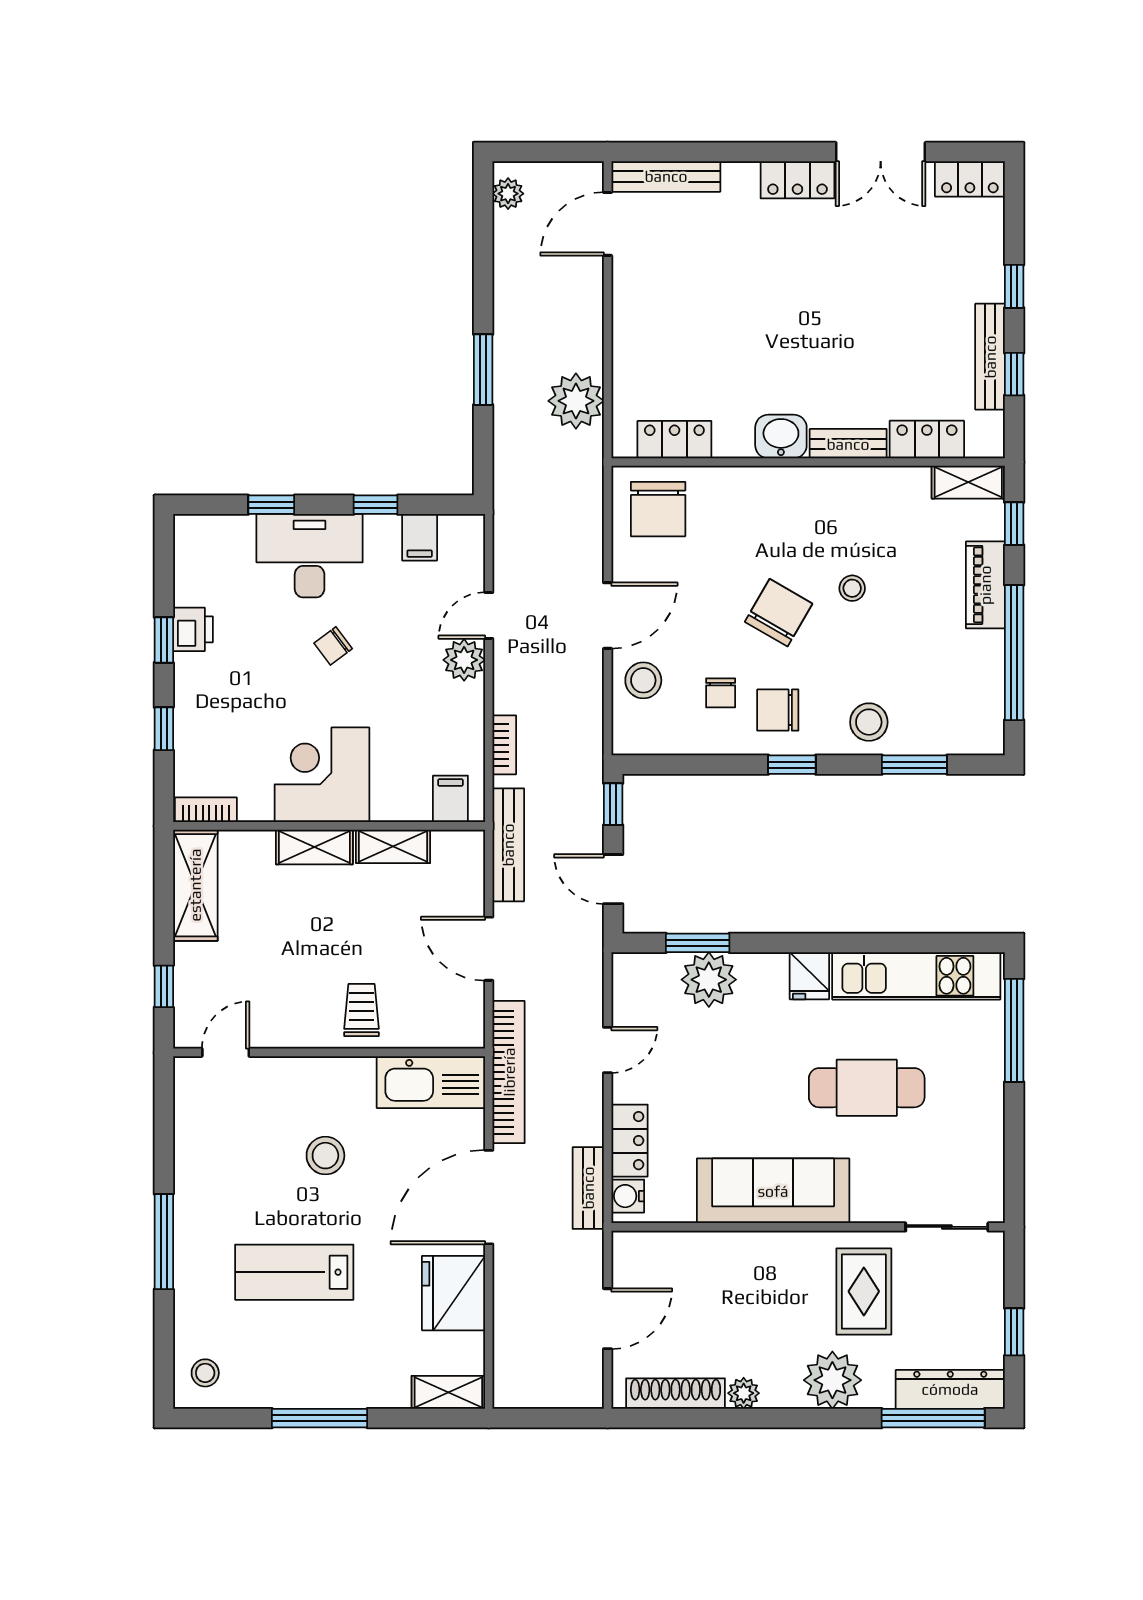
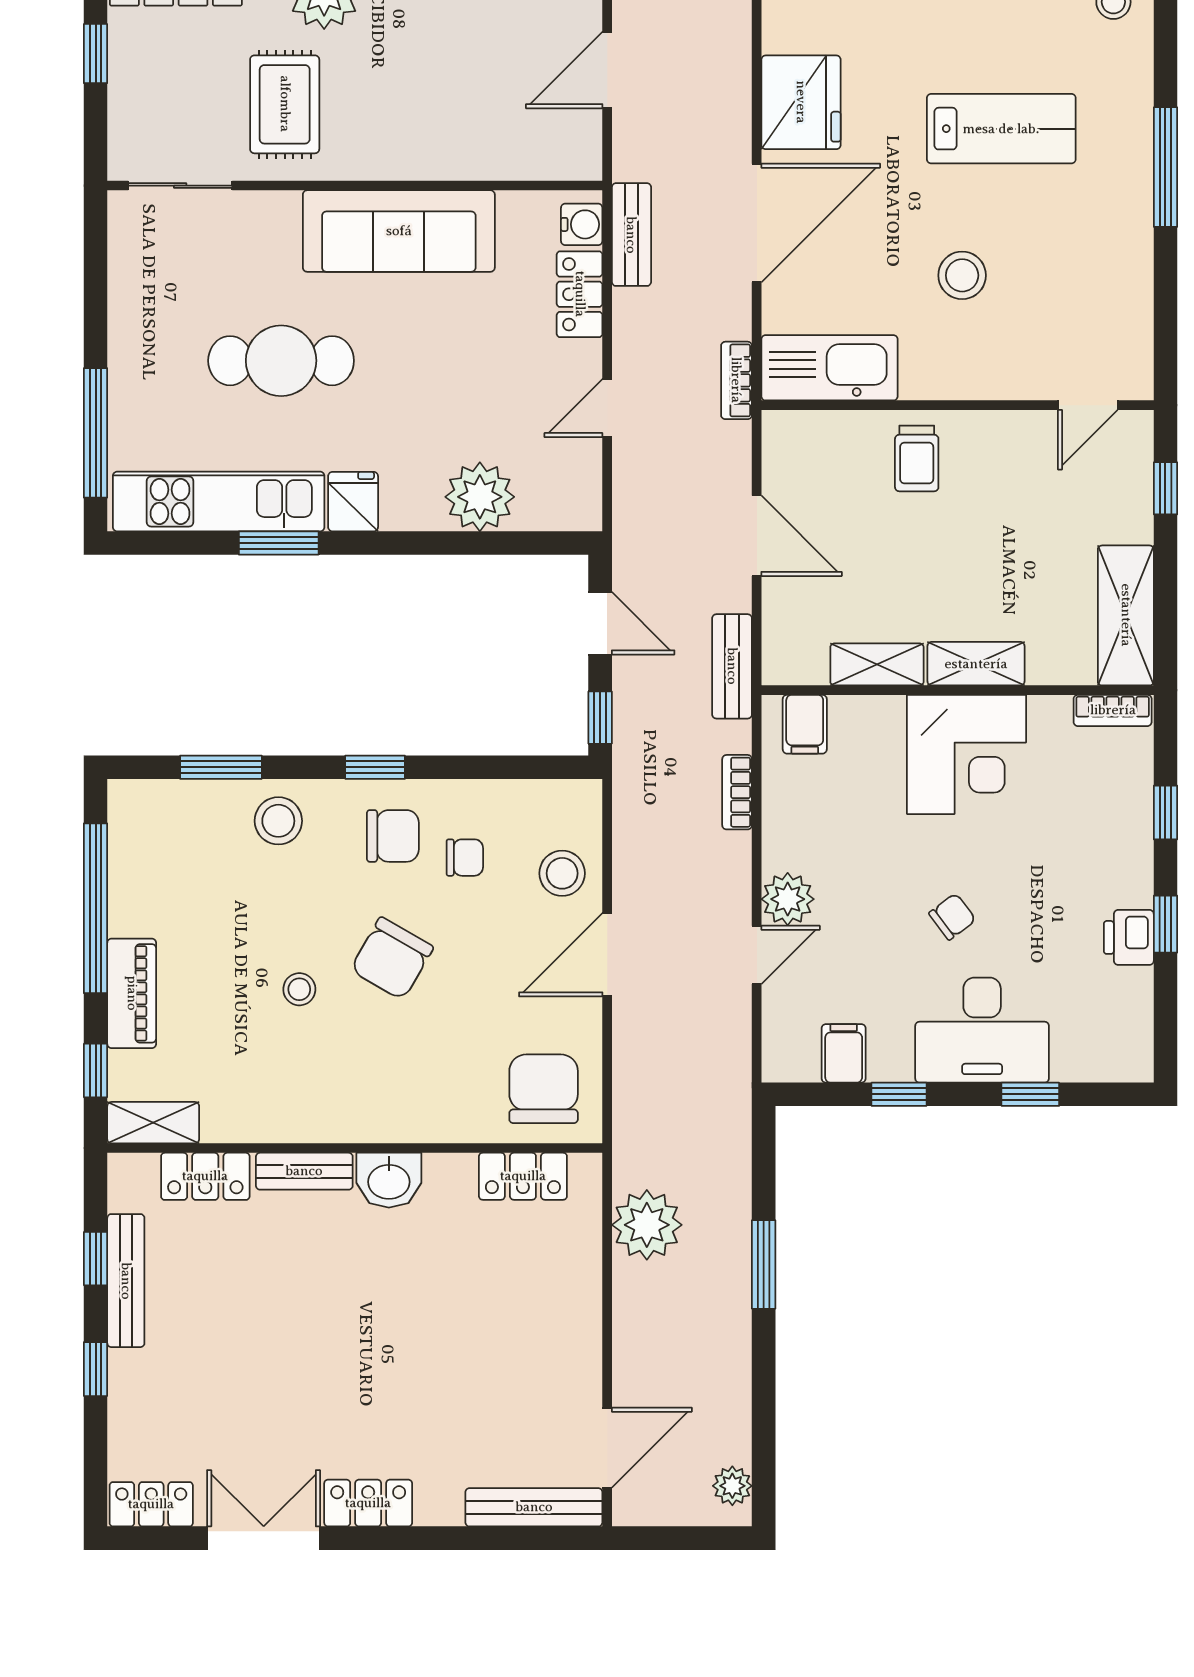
chair: (721, 693) -> (465, 858), turned 90
bench: (508, 845) -> (732, 666), width x0.73
window: (698, 943) -> (279, 543), moved
bookcase: (509, 1072) -> (736, 380), width x0.43, depth x0.76

